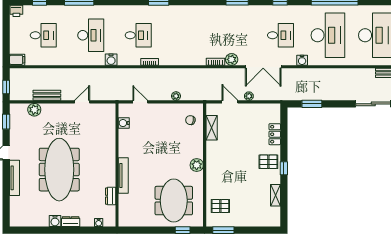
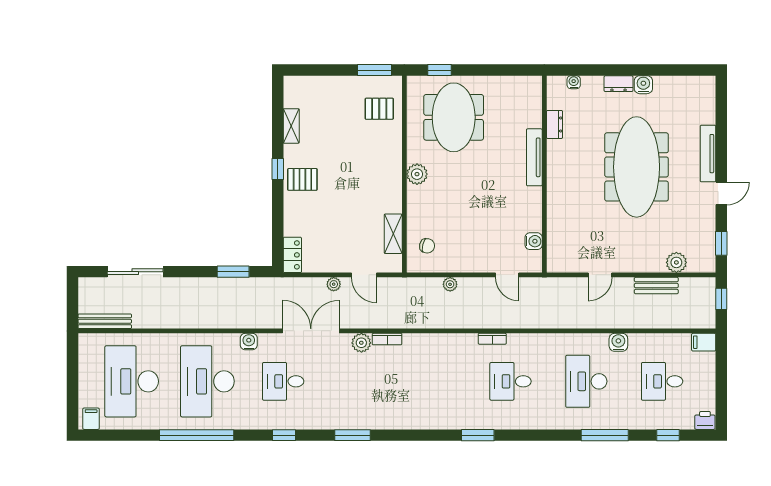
water cooler: (111, 60) -> (618, 342), moved
locker: (275, 134) -> (292, 255), moved

